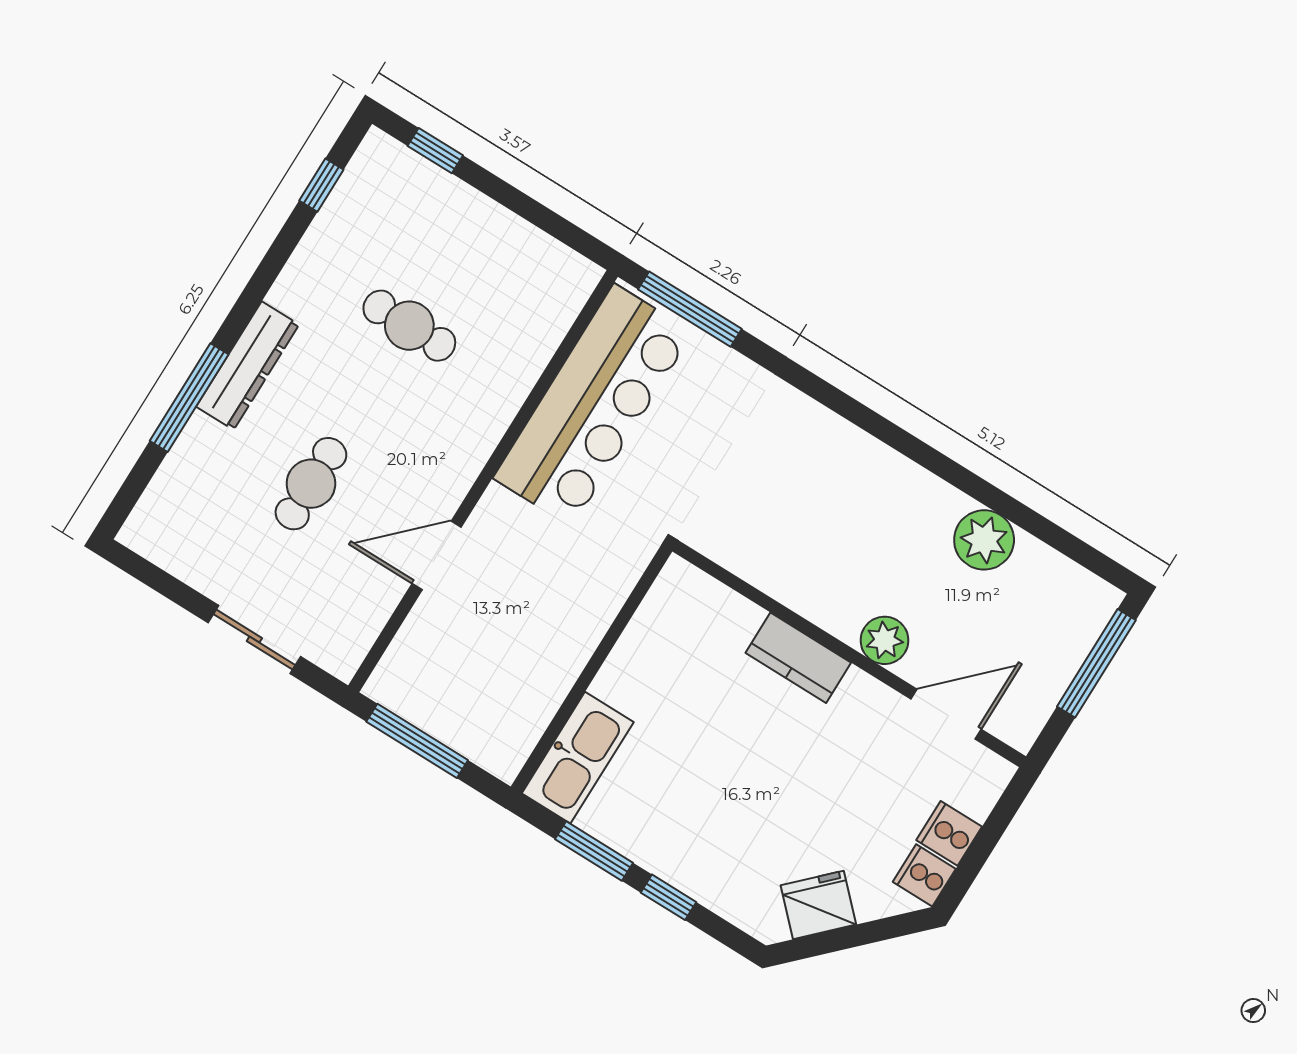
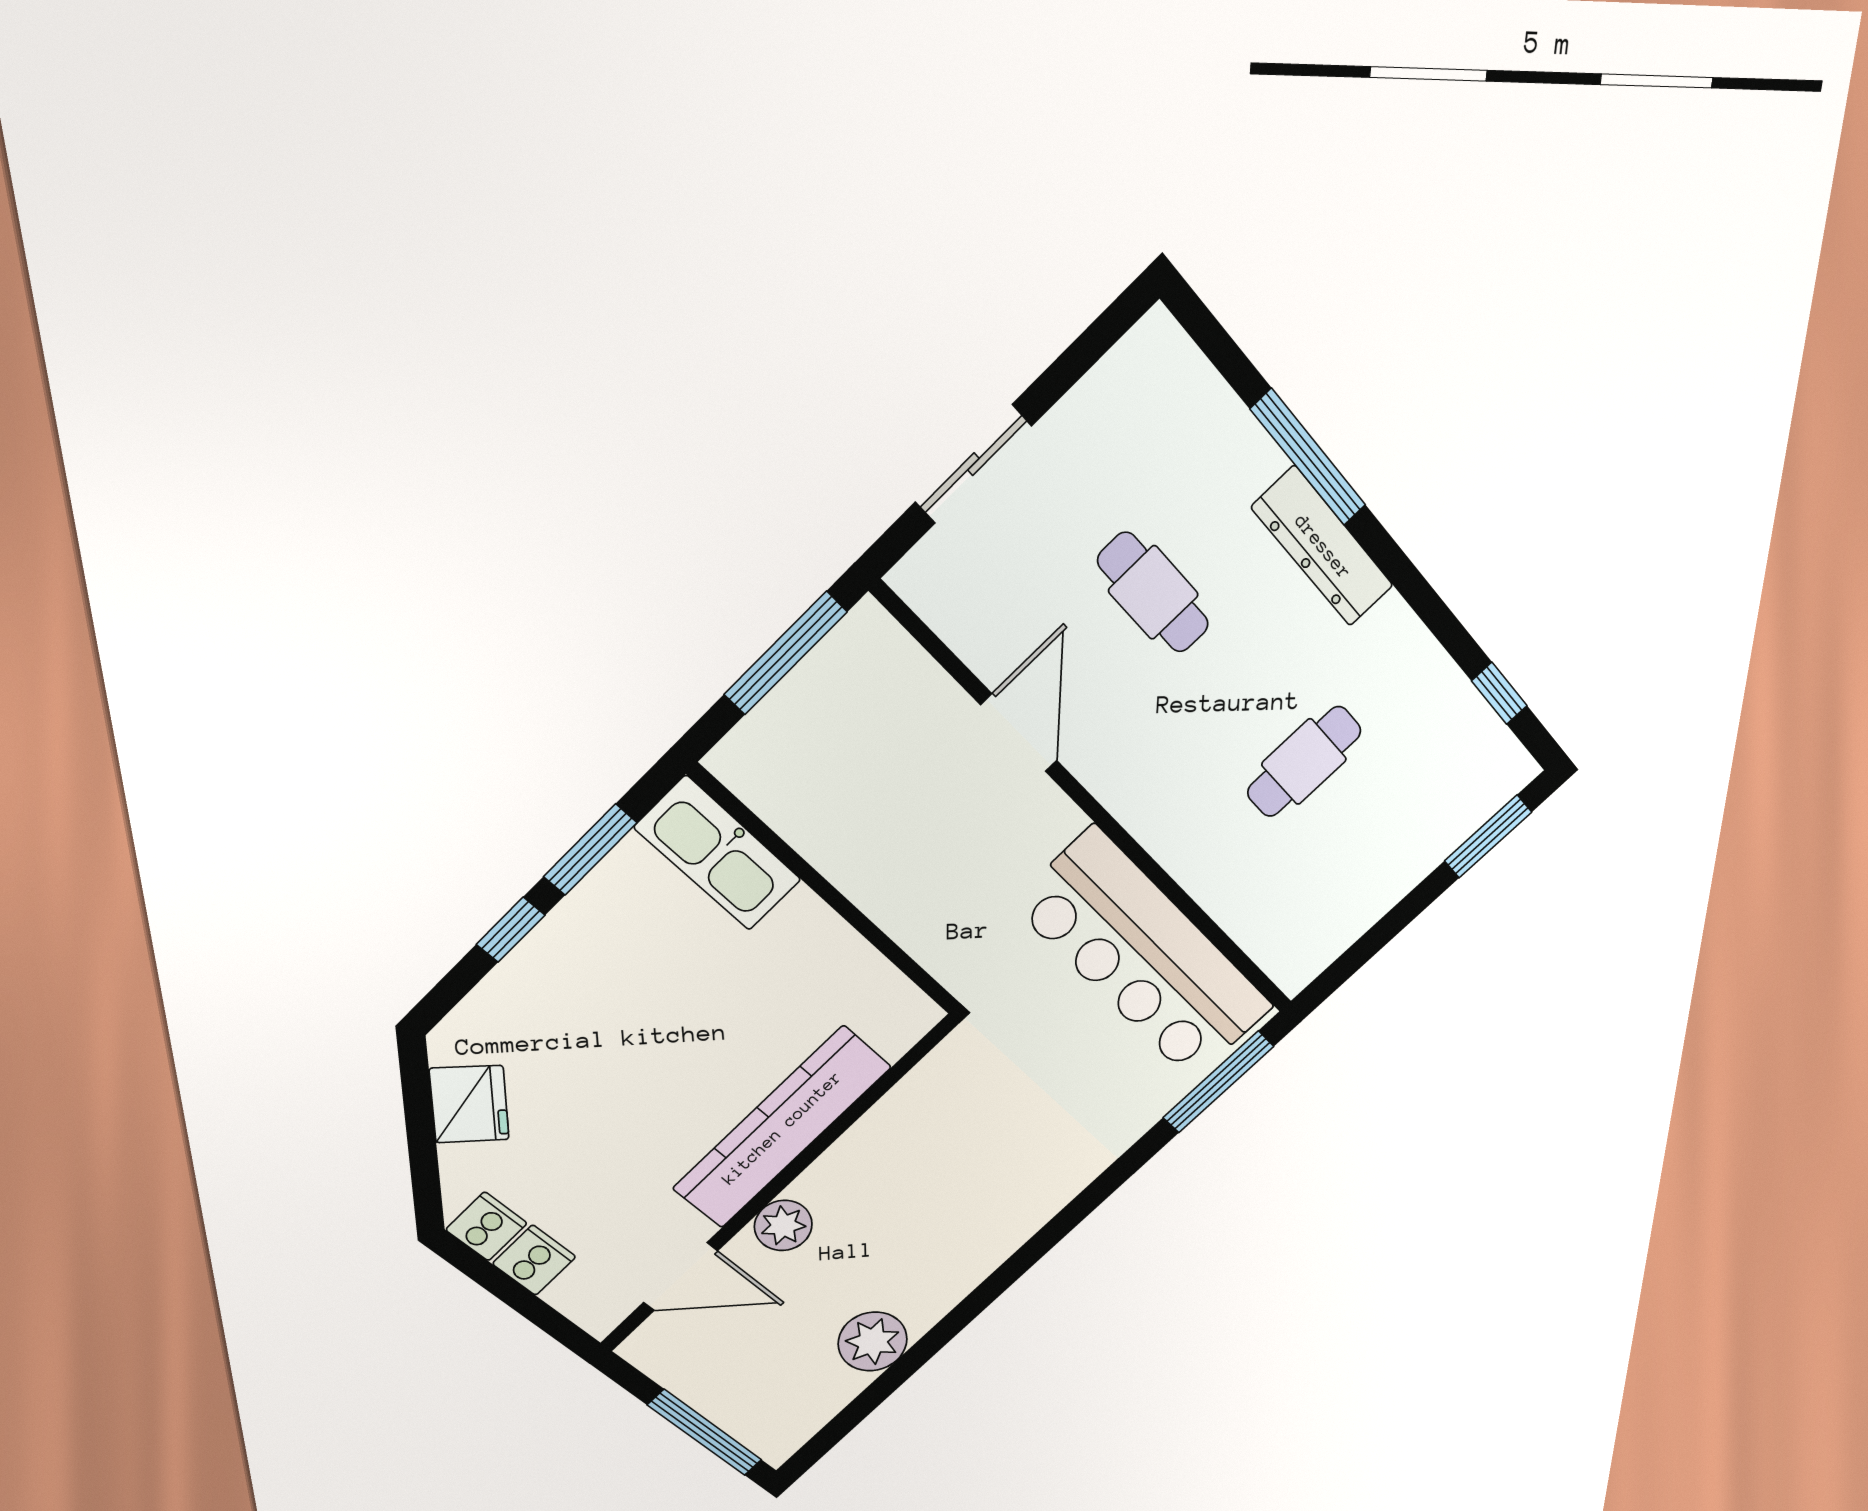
window: (435, 151) -> (1488, 837), width x1.50
kitchen counter: (798, 658) -> (782, 1128), width x2.08, depth x1.17
door: (946, 714) -> (680, 1277), hinge flipped

